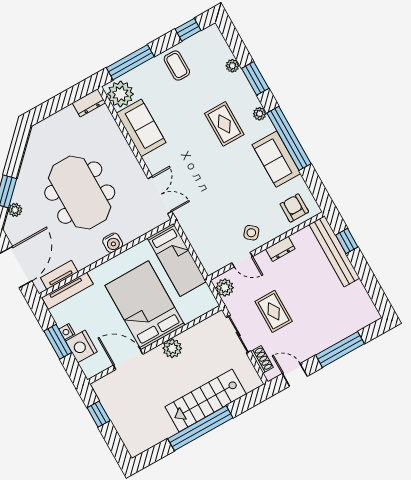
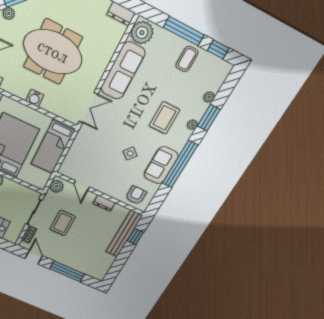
window: (130, 62) -> (184, 31), moved
plant: (260, 114) -> (192, 125), moved
sofa: (141, 128) -> (123, 71), width x1.36
meeting table: (80, 193) -> (53, 52), turned 90
side table: (251, 233) -> (130, 153), moved

